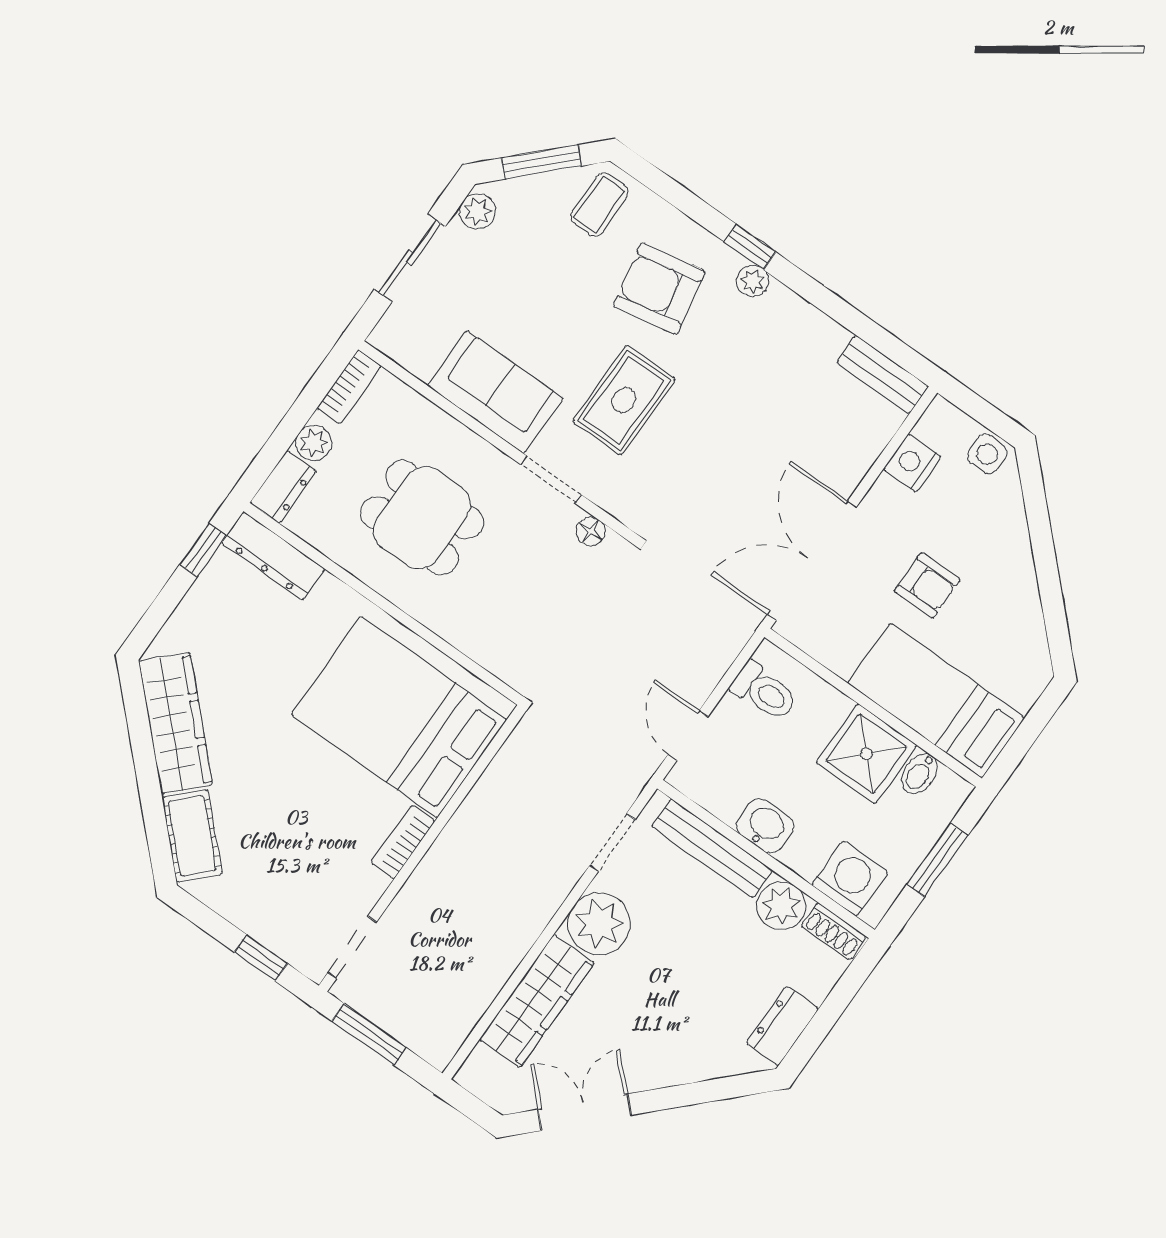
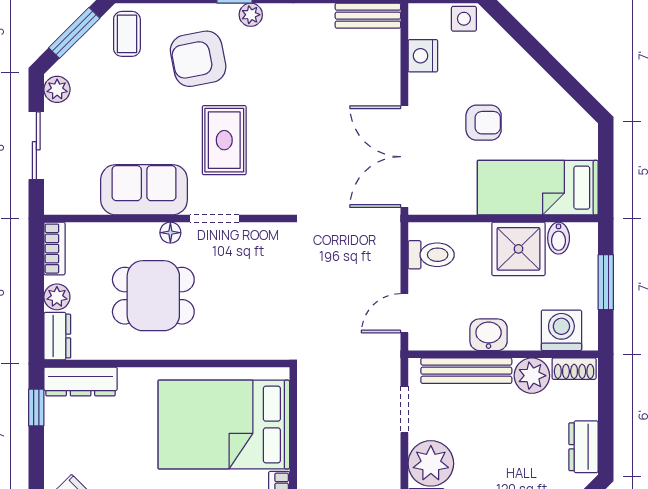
floor lamp: (591, 531) -> (170, 233), moved
door: (688, 736) -> (404, 313), hinge flipped

